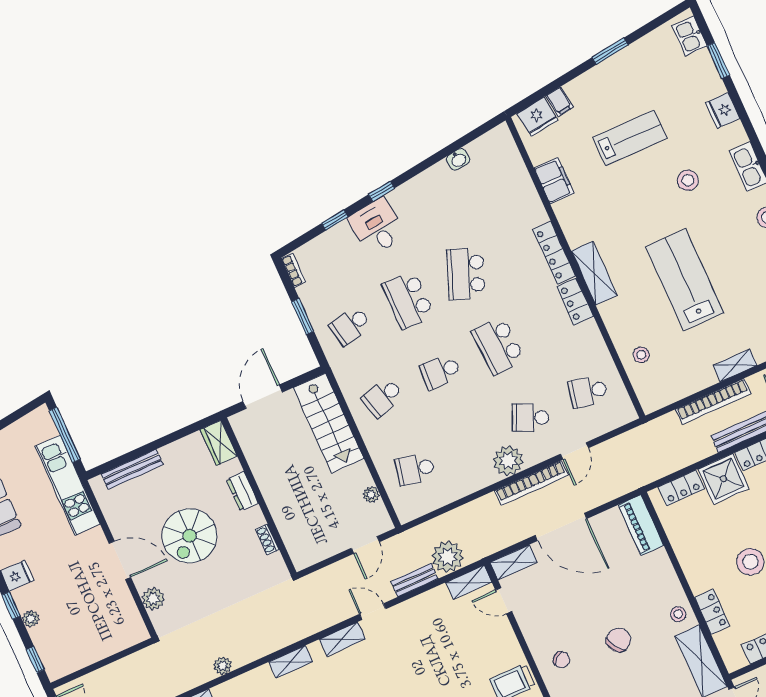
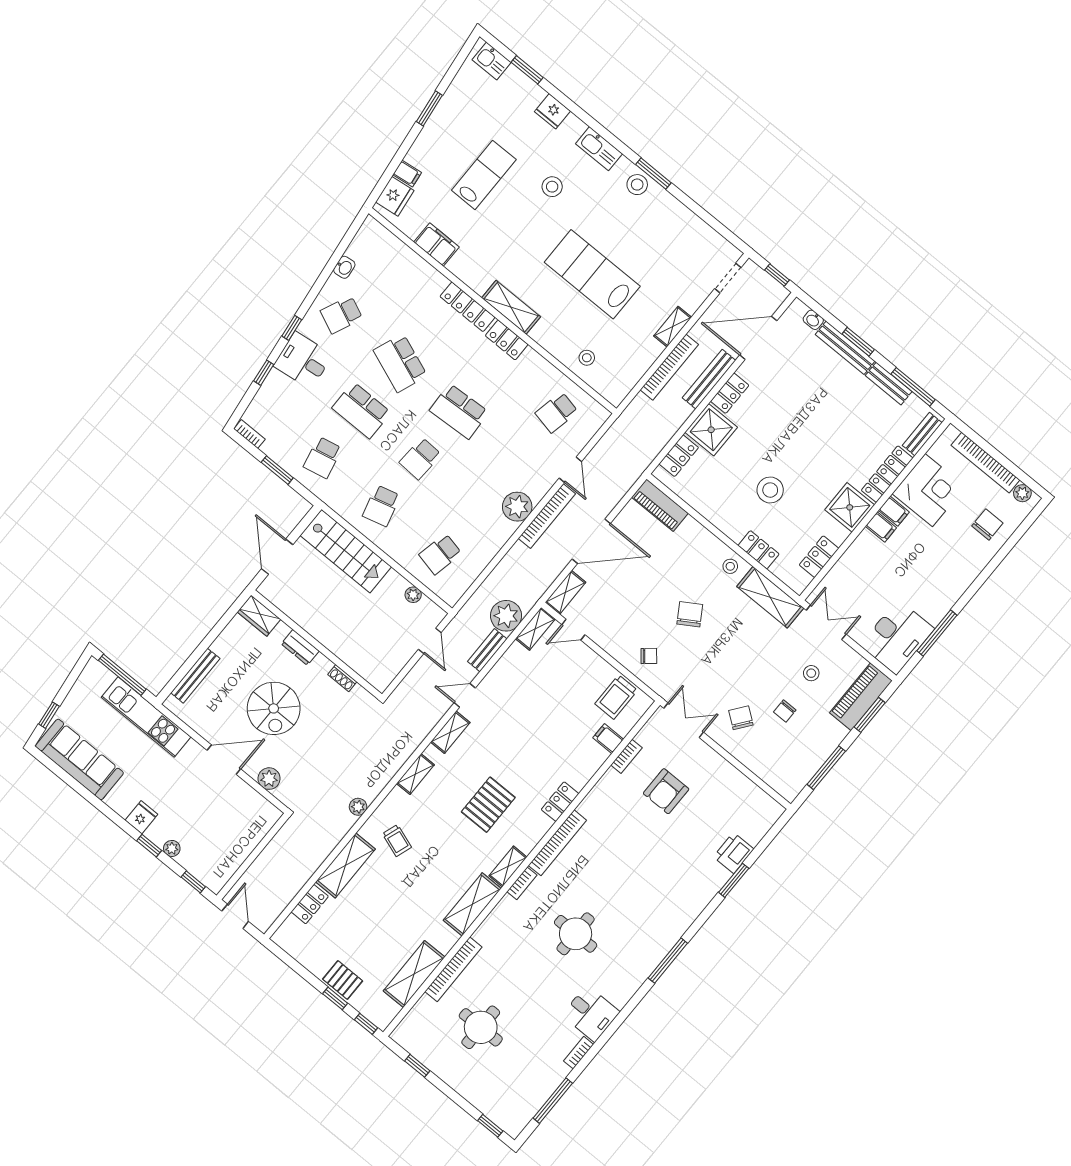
school desk: (530, 417) -> (341, 315), moved

